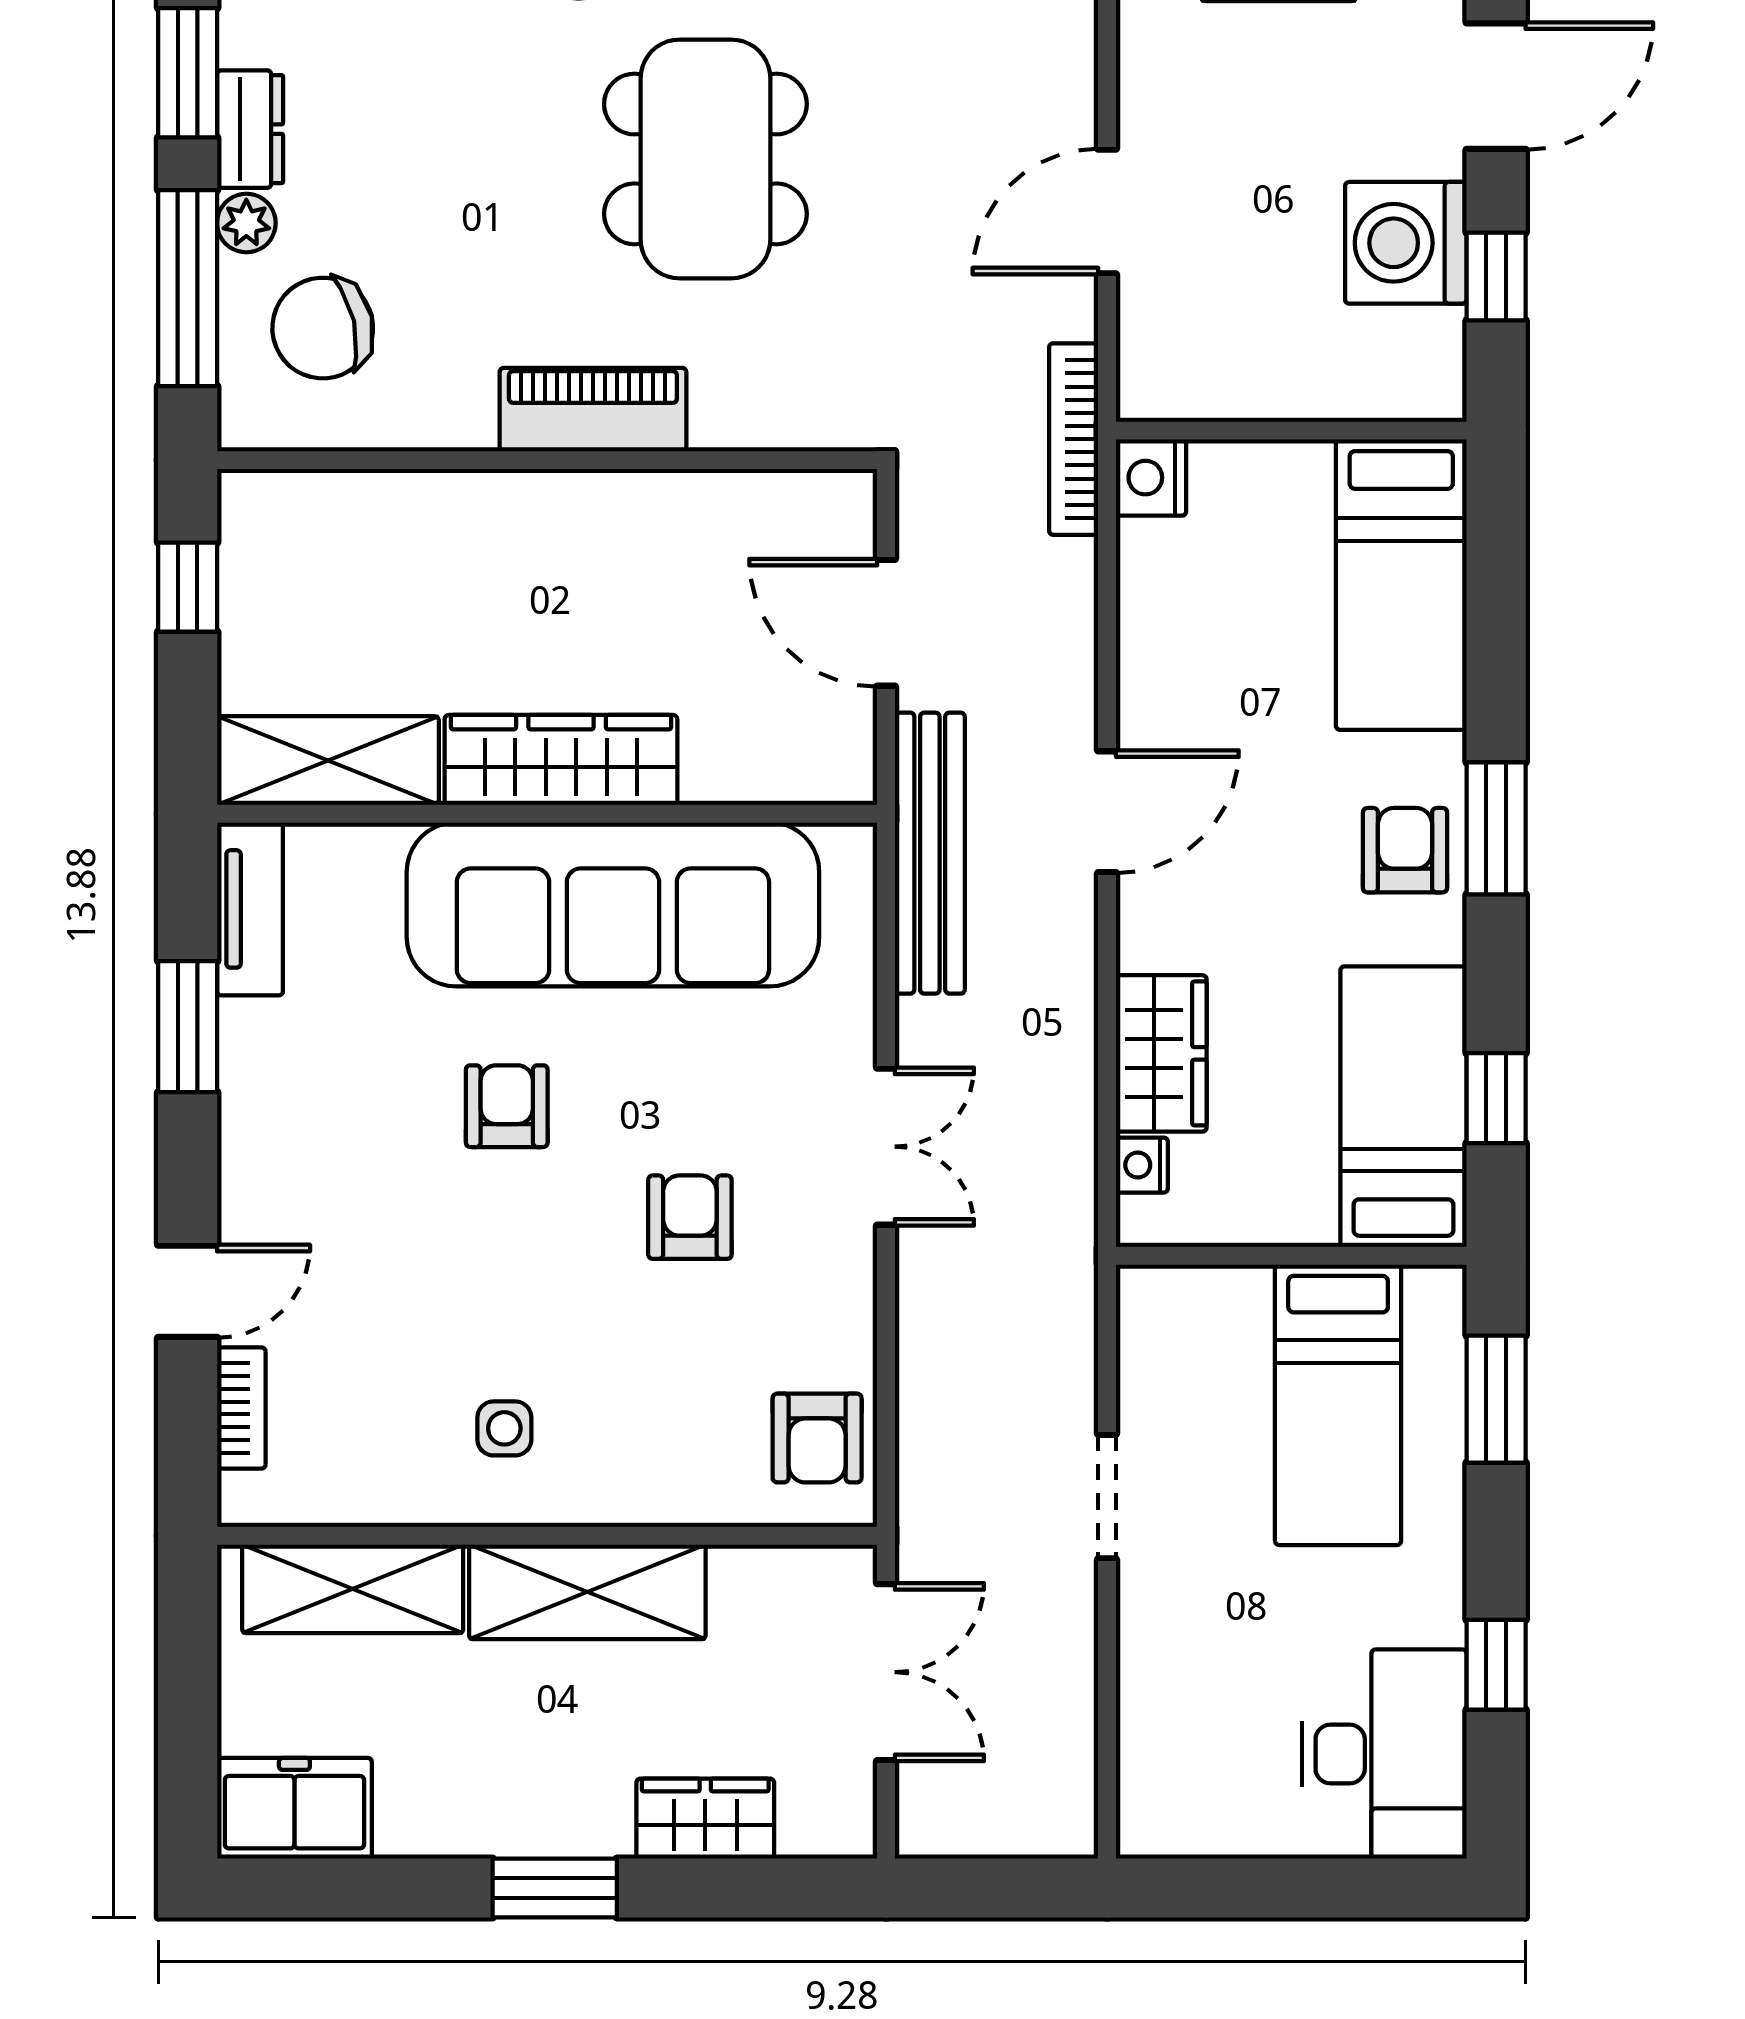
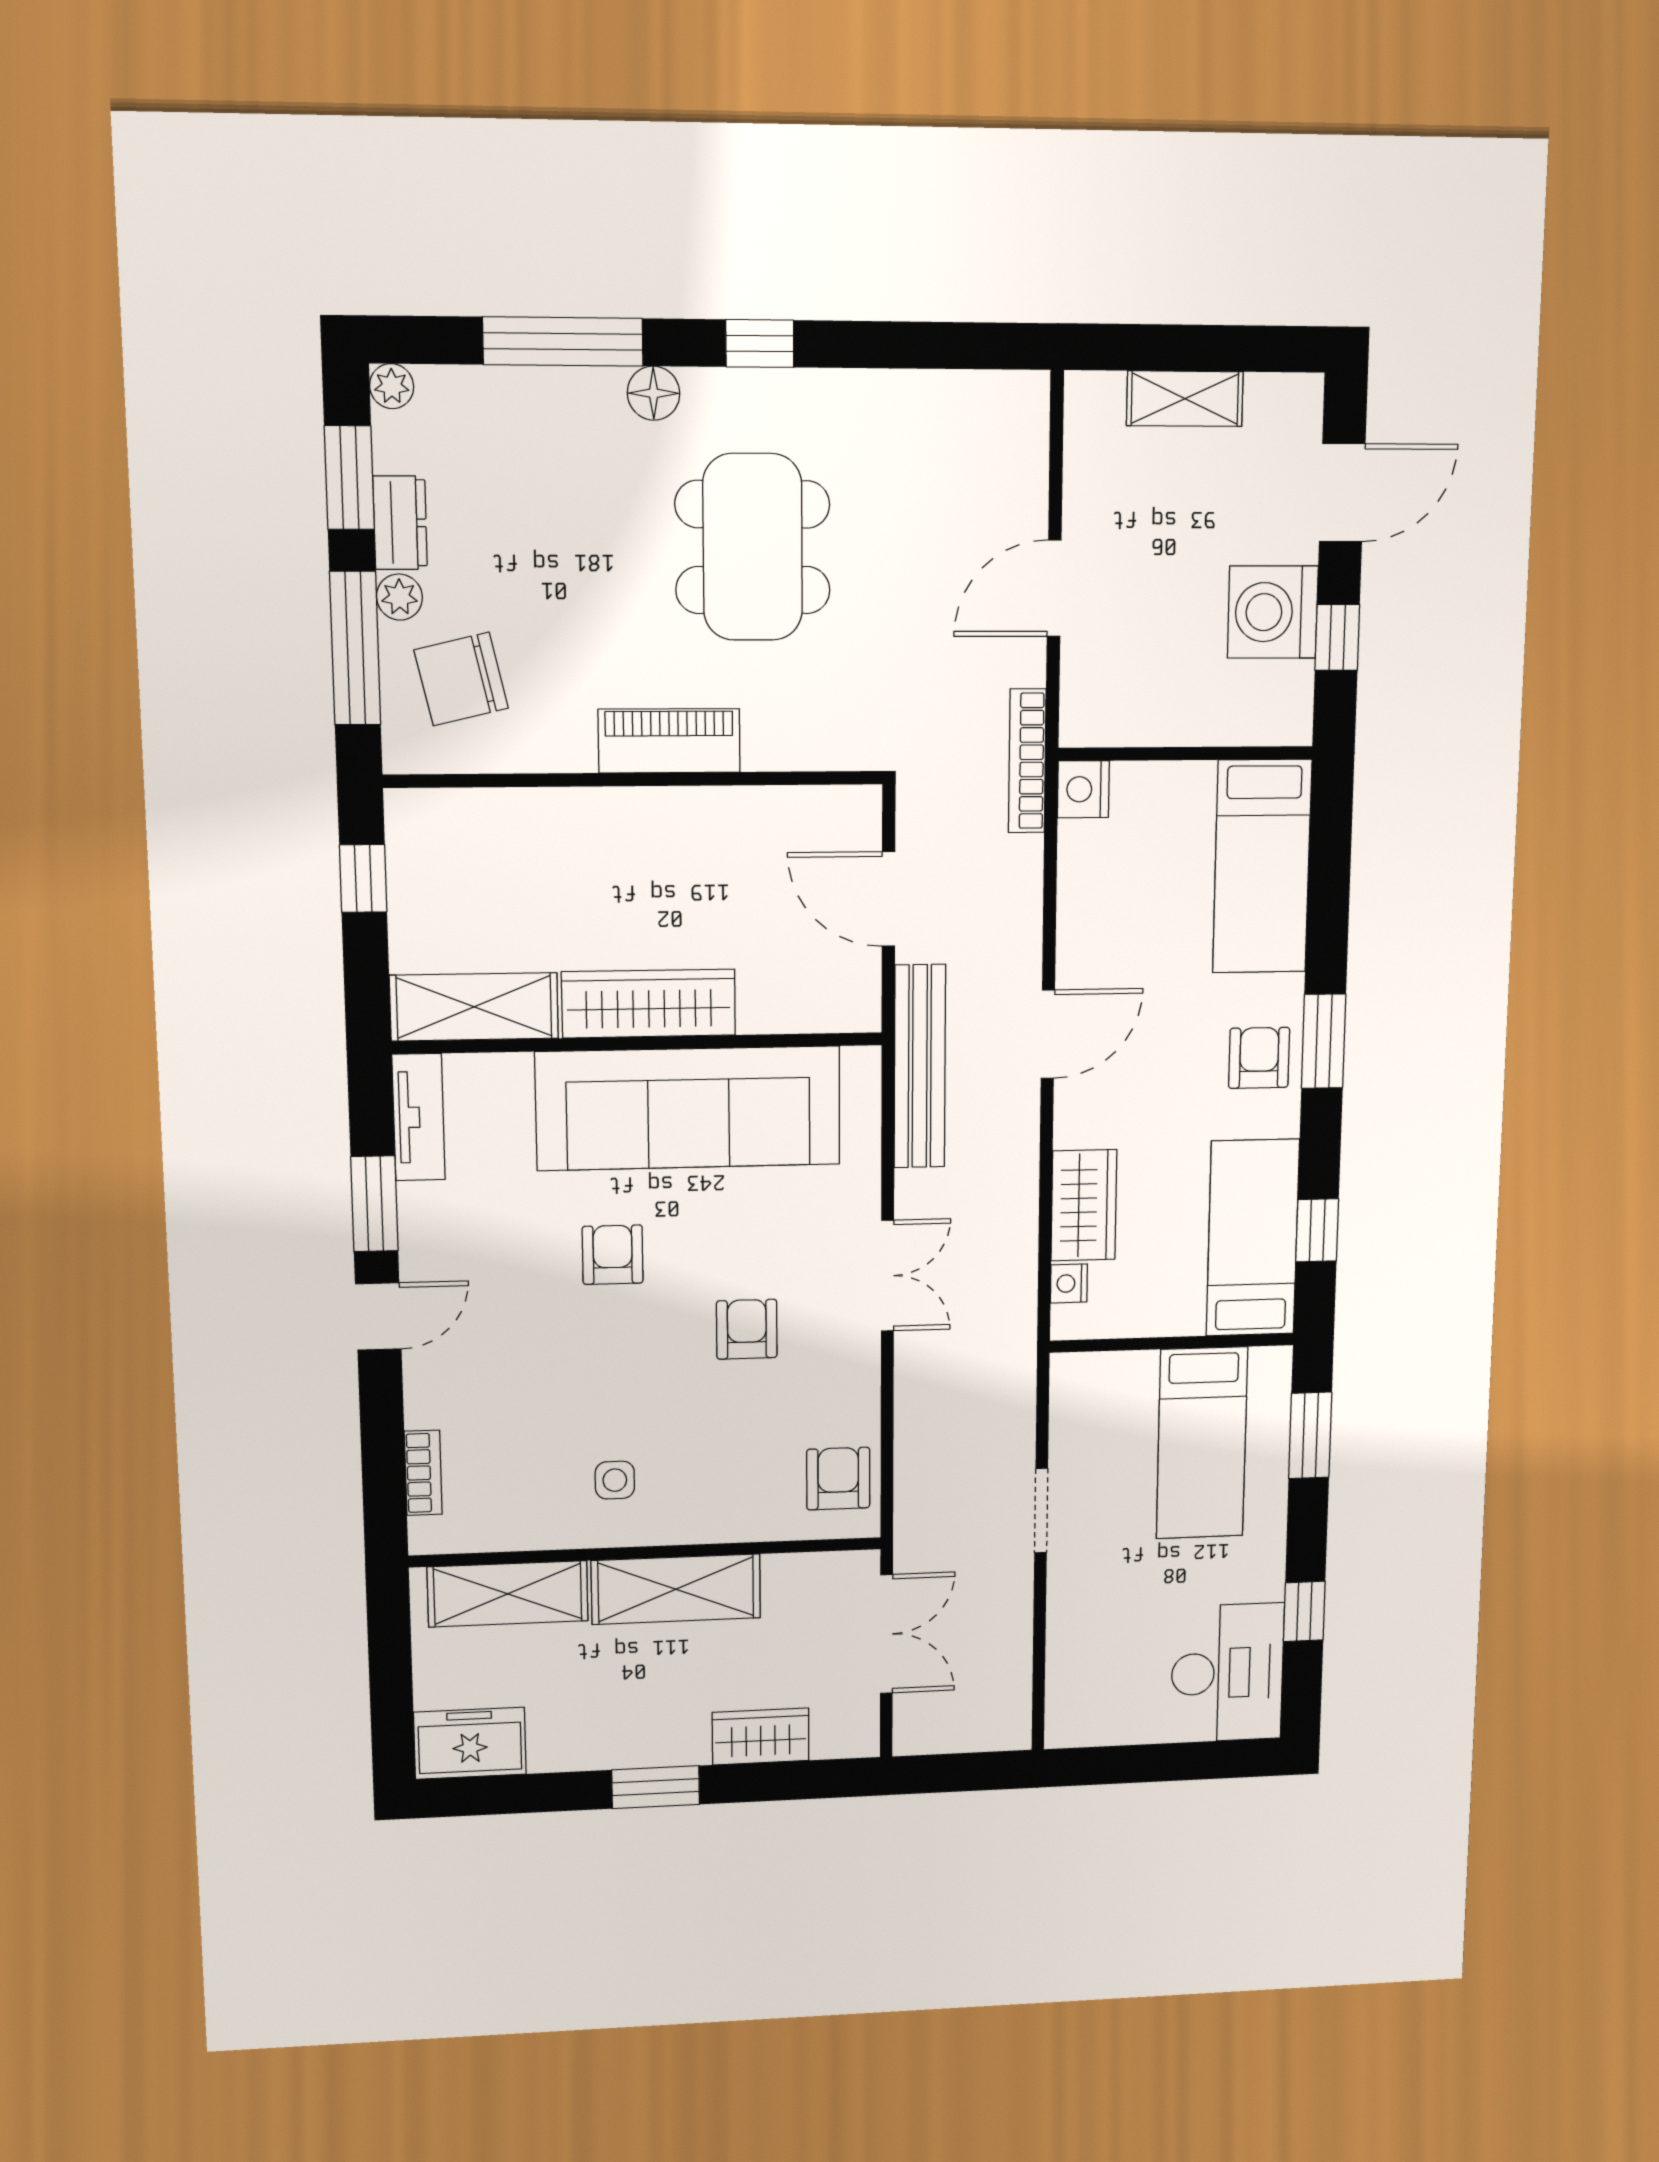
door: (188, 1291) -> (378, 1317), moved
armchair: (817, 1438) -> (838, 1479), turned 180

